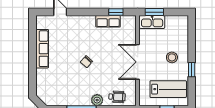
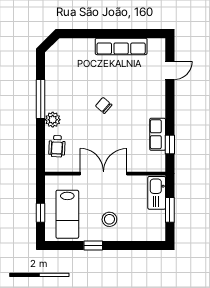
window: (154, 12) -> (170, 210), moved

